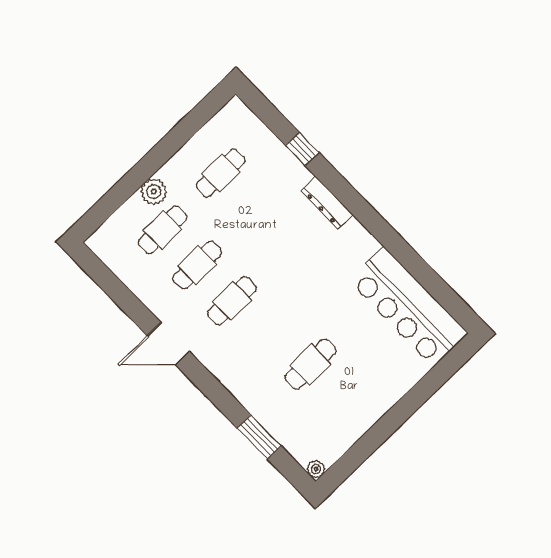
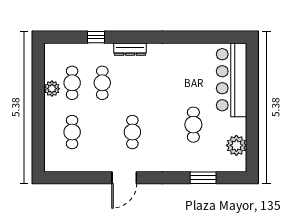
plant: (154, 192) -> (52, 89), moved
cafe table: (197, 265) -> (102, 83), moved
bar counter: (408, 307) -> (232, 80), moved, turned 90
plant: (316, 469) -> (236, 145), moved, width x1.88, depth x1.88

